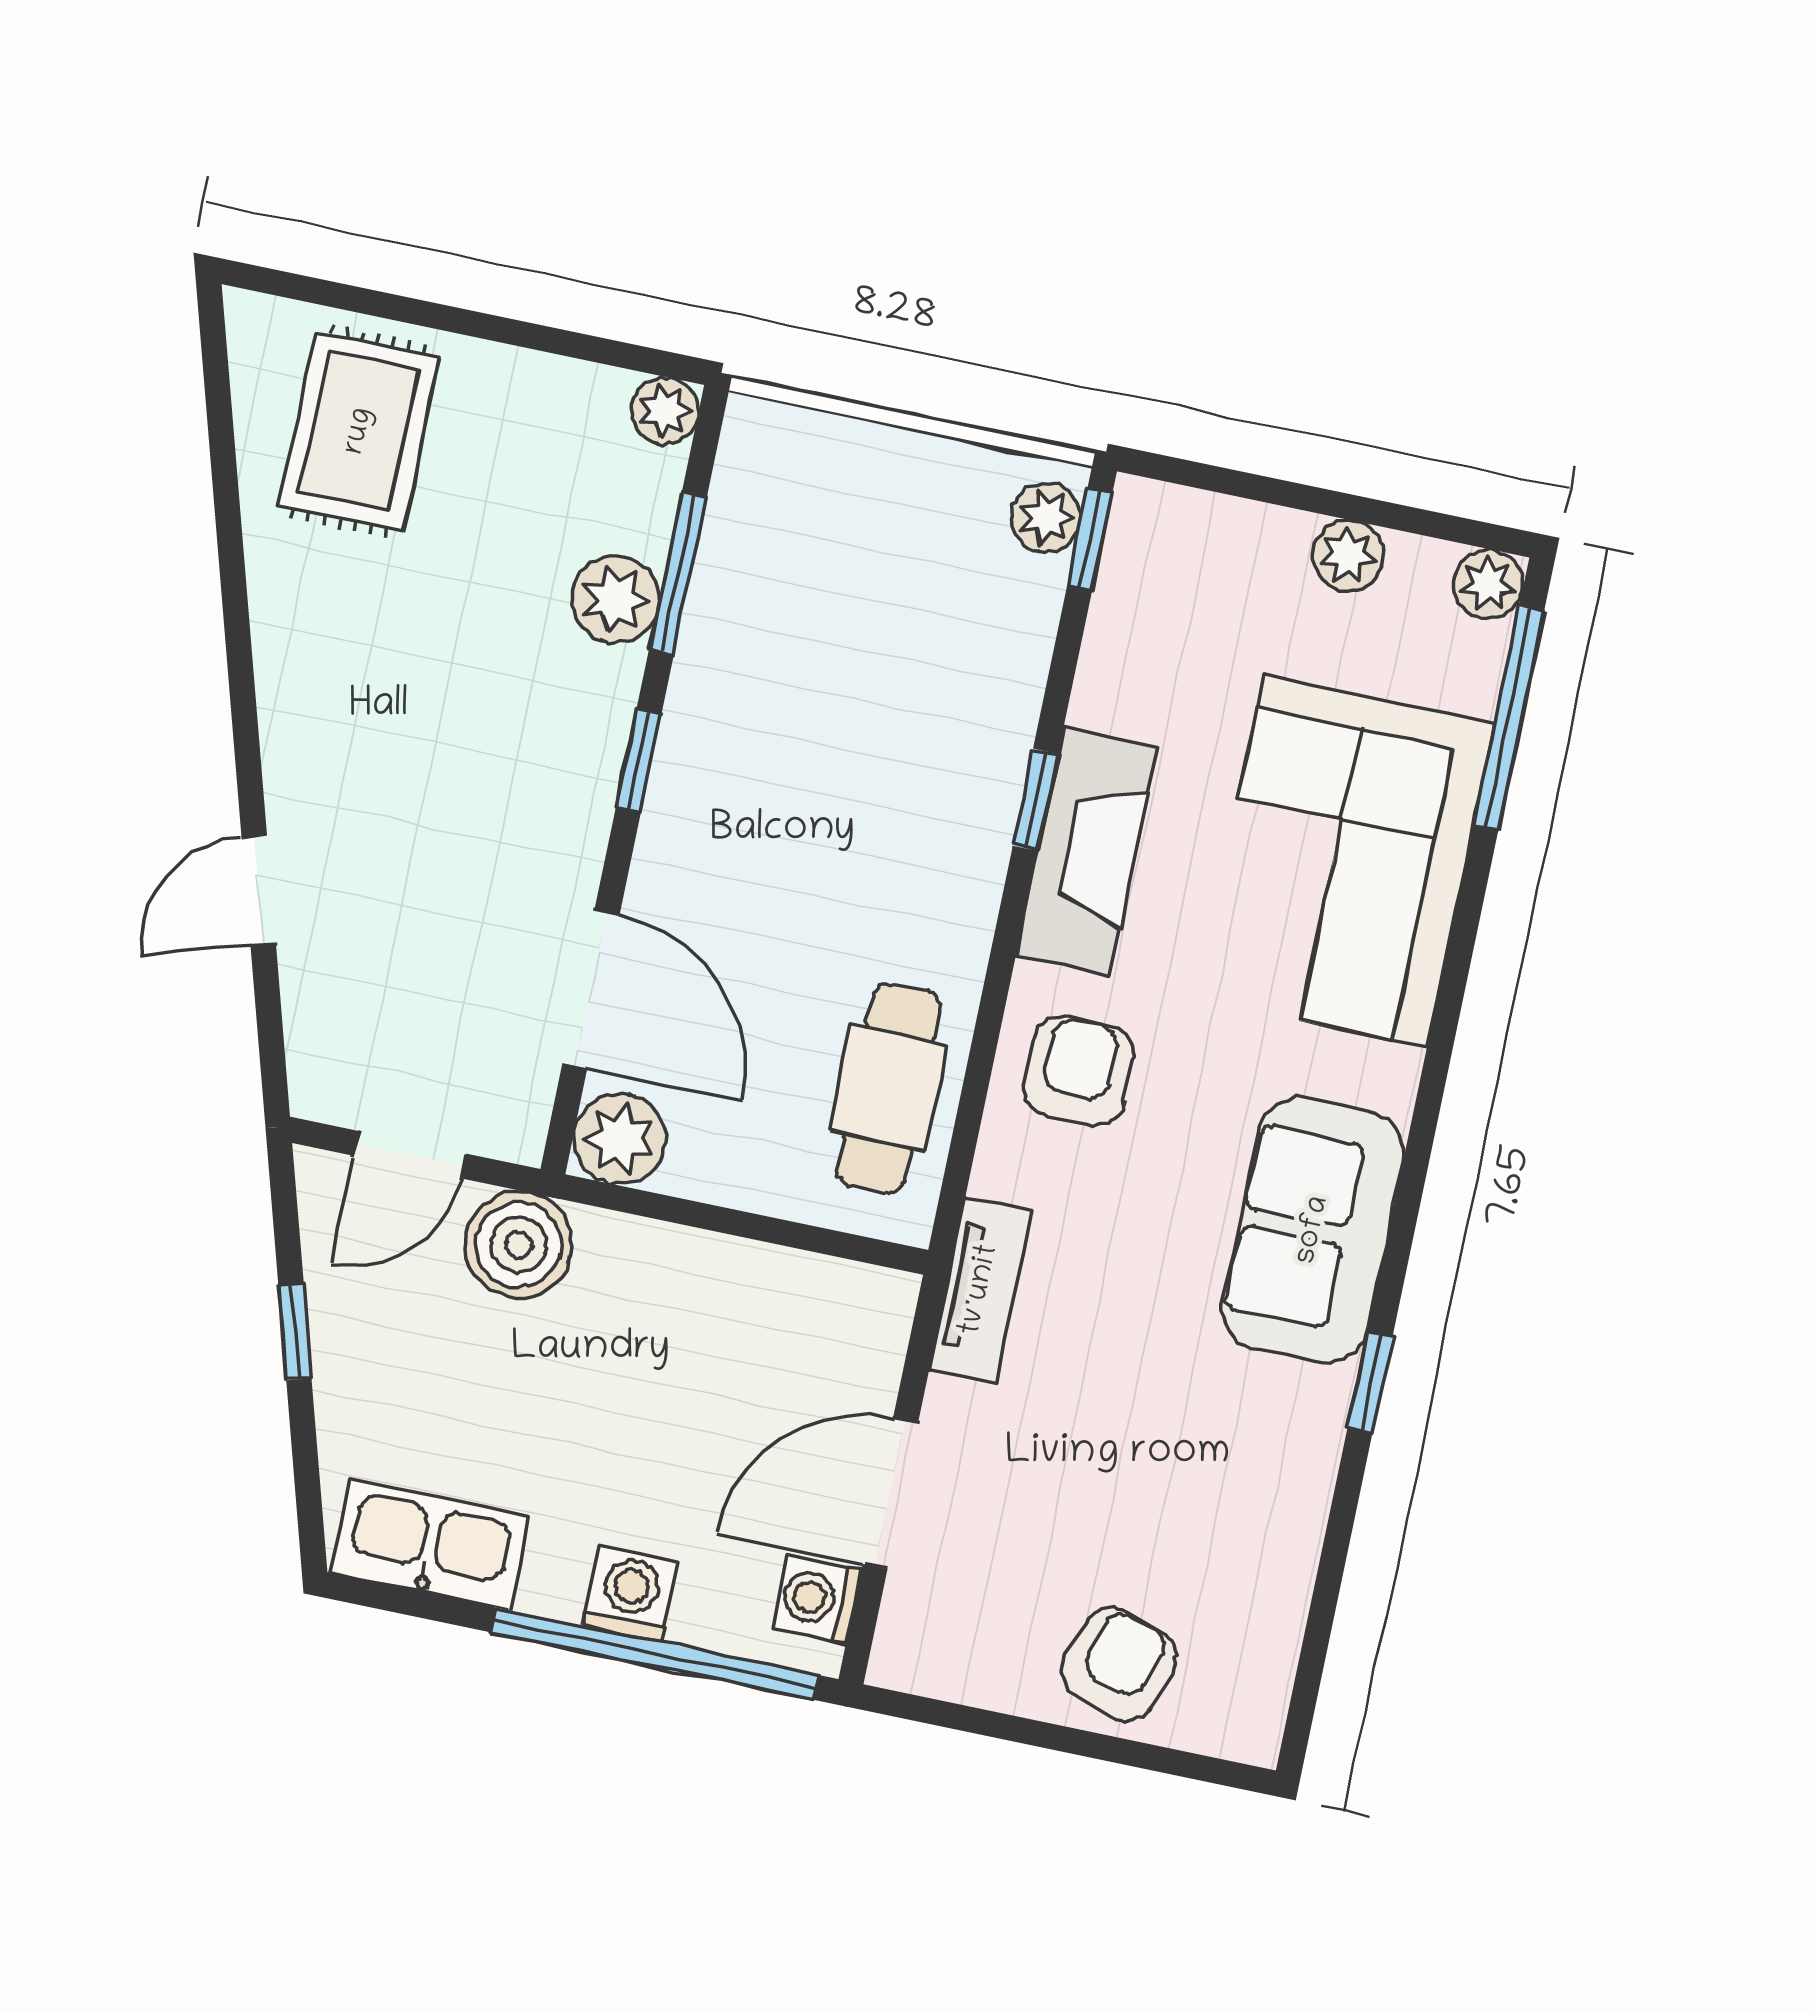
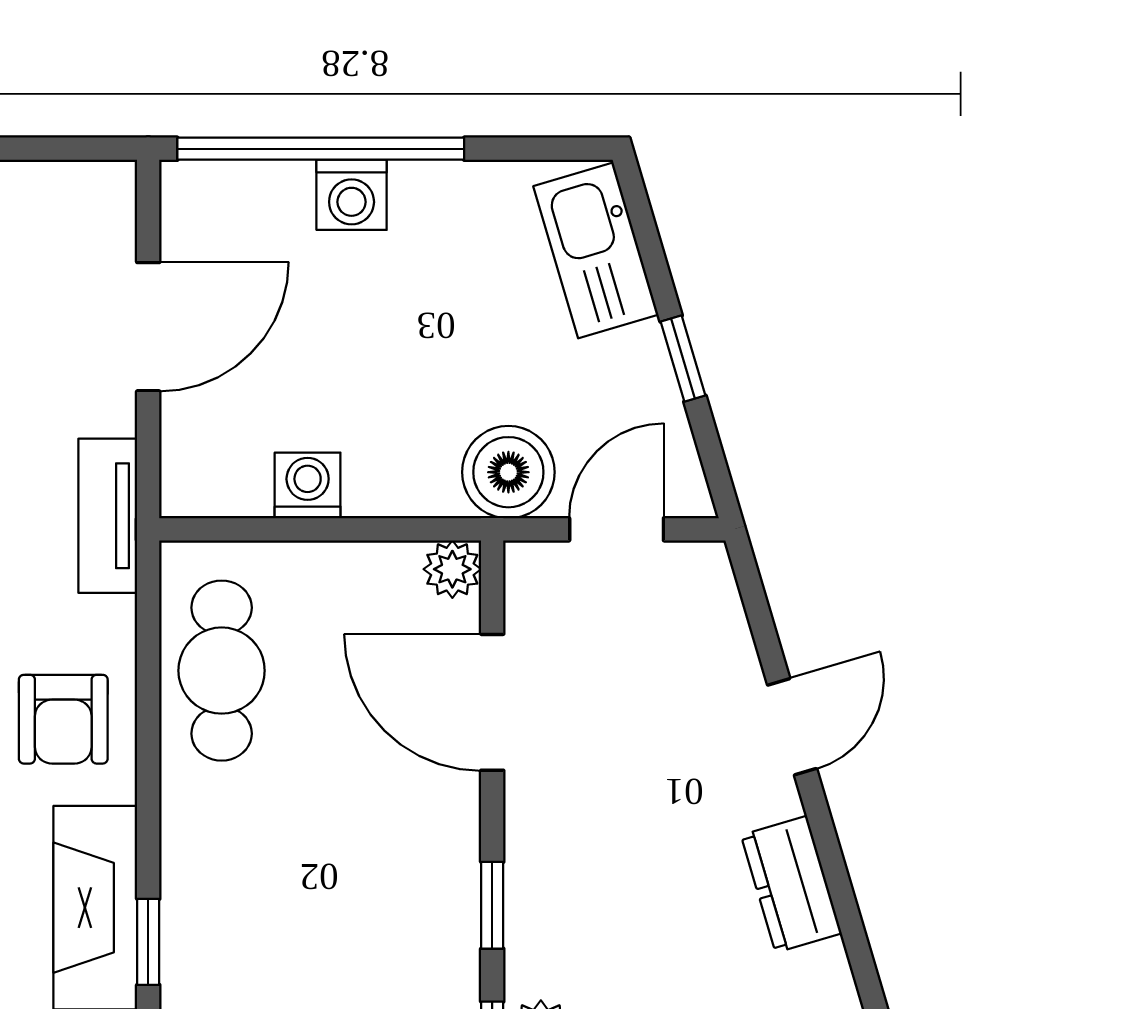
dresser: (297, 713) -> (791, 884), added
plant: (619, 1139) -> (452, 569), width x0.73, depth x0.73
kitchen sink: (430, 1545) -> (596, 250), moved, turned 74
washing machine: (817, 1599) -> (308, 485), moved, turned -90

